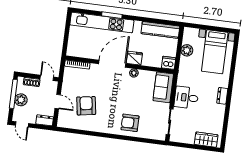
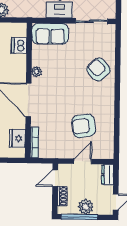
fridge: (134, 58) -> (17, 138), moved
dishwasher: (169, 63) -> (19, 45), moved
armchair: (130, 123) -> (99, 70), turned 137

